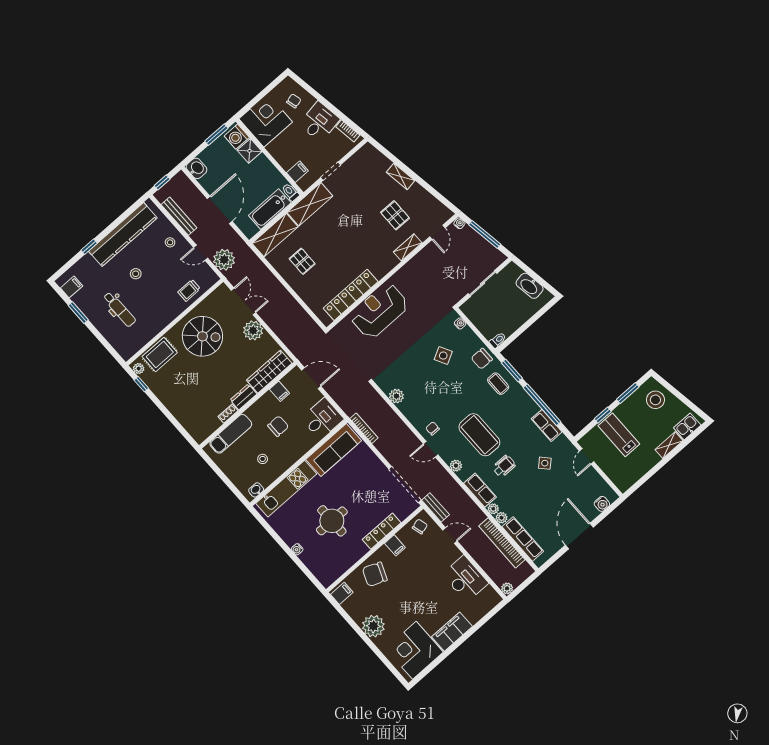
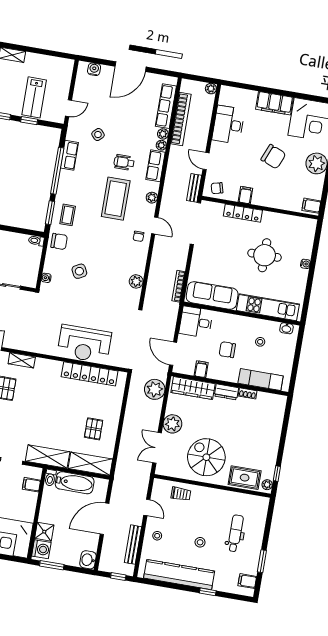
plant: (224, 260) -> (155, 389), moved
chair: (375, 574) -> (273, 157), moved

